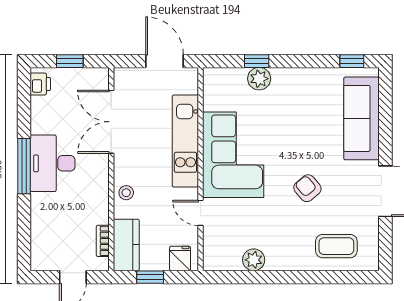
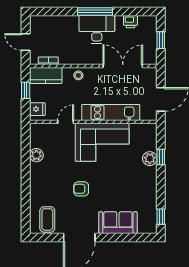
printer: (40, 84) -> (131, 22), moved
sofa: (361, 118) -> (118, 223), width x0.73
armchair: (307, 188) -> (81, 189), turned -140
coffee table: (336, 246) -> (47, 219), moved

